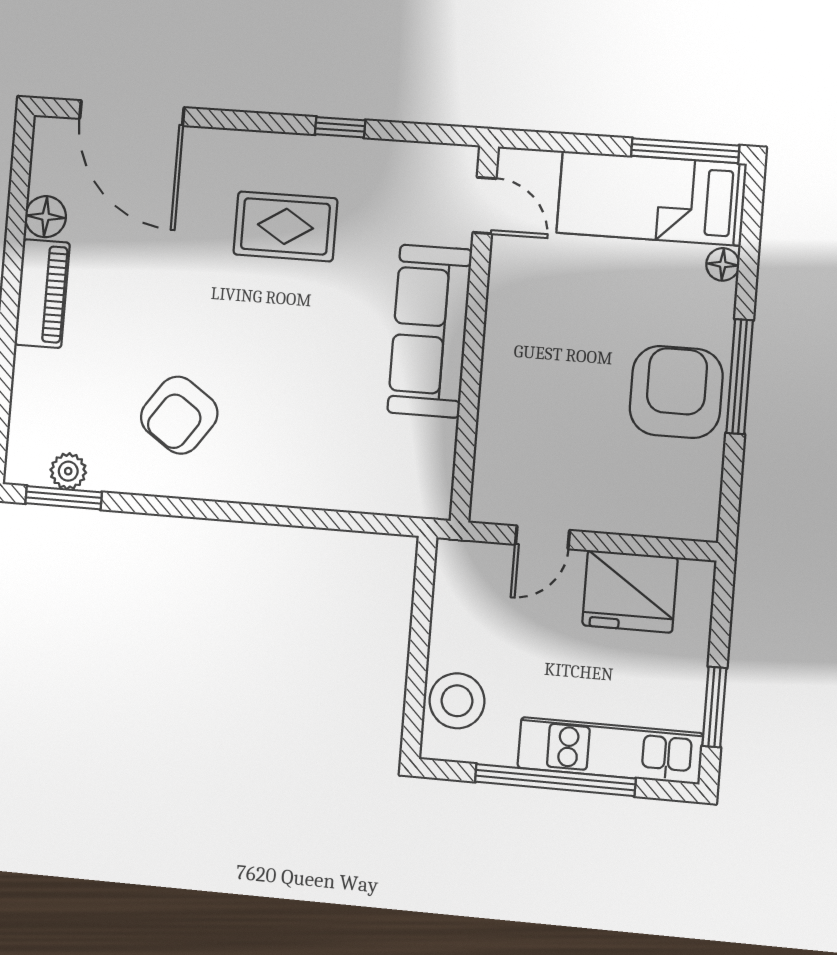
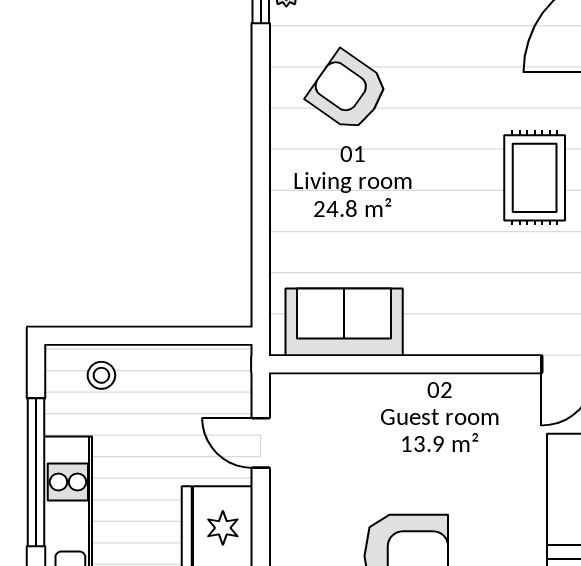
sofa: (430, 331) -> (344, 322), moved, width x0.73
stool: (457, 701) -> (101, 375), width x0.53, depth x0.53

